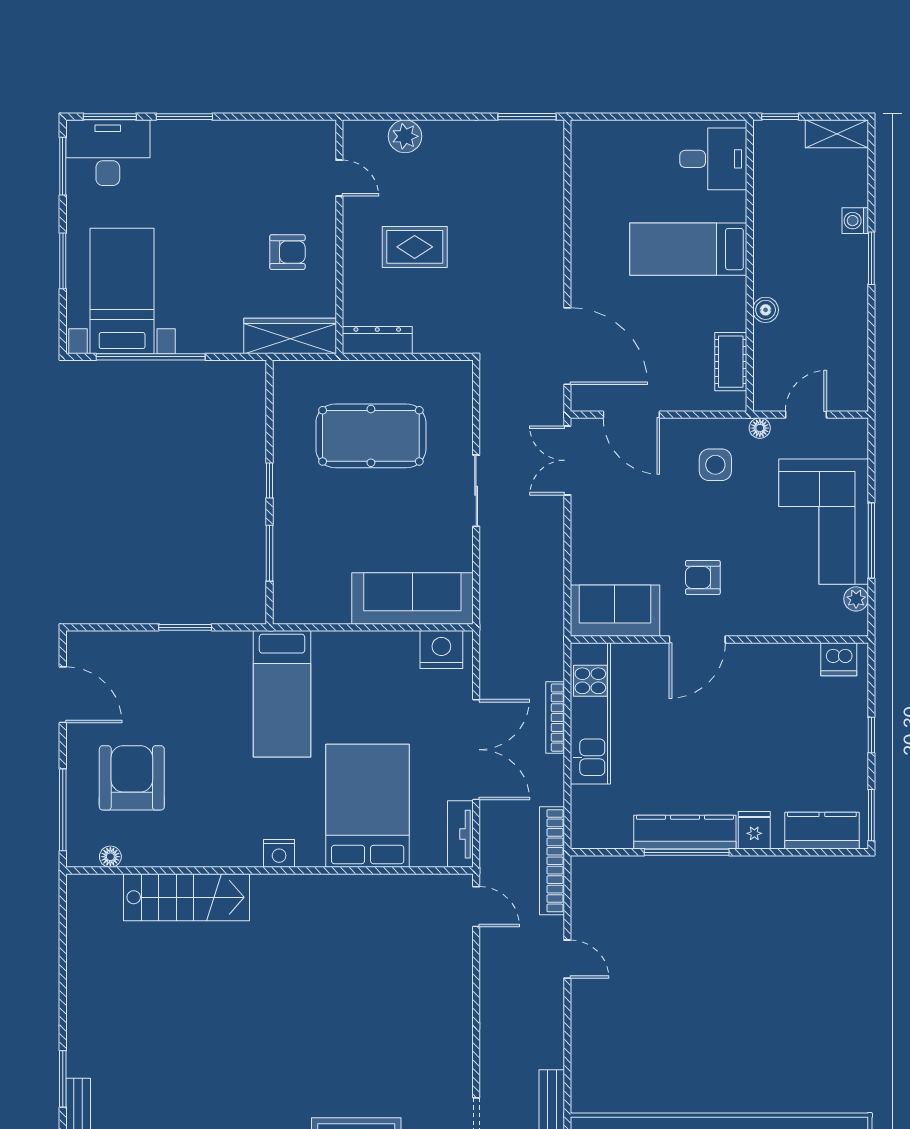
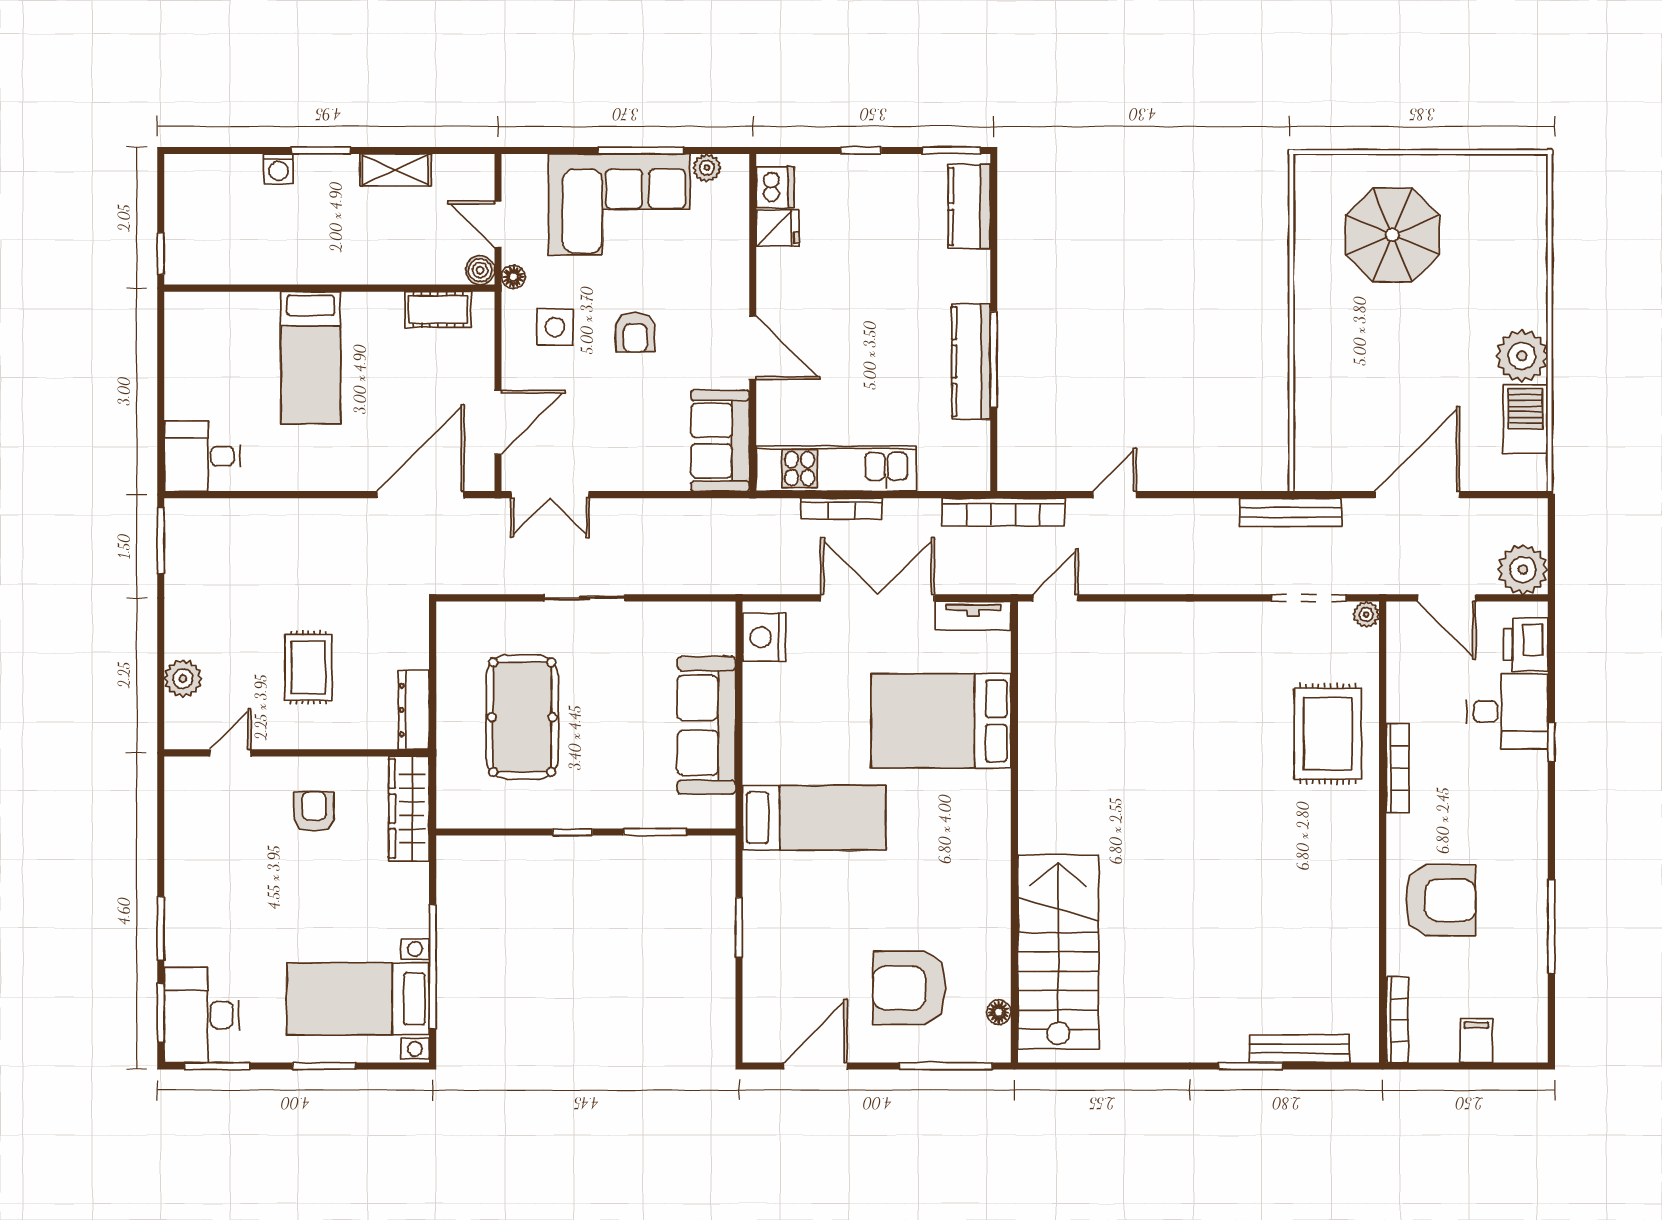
shelving: (837, 134) -> (396, 170), moved, turned 90
desk: (713, 159) -> (202, 456), moved, turned -90
boiler: (766, 310) -> (480, 270), moved
armchair: (703, 578) -> (635, 332), moved
sofa: (412, 599) -> (706, 725), moved
fridge: (754, 830) -> (778, 228), moved, turned 180
nightstand: (279, 853) -> (995, 821), removed
stairs: (186, 897) -> (1058, 952), width x1.36, depth x1.51

